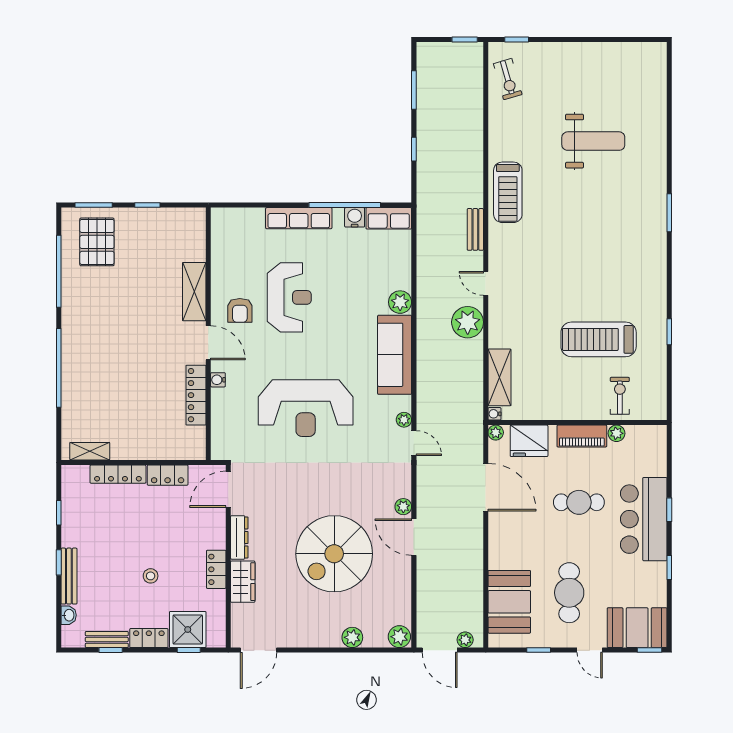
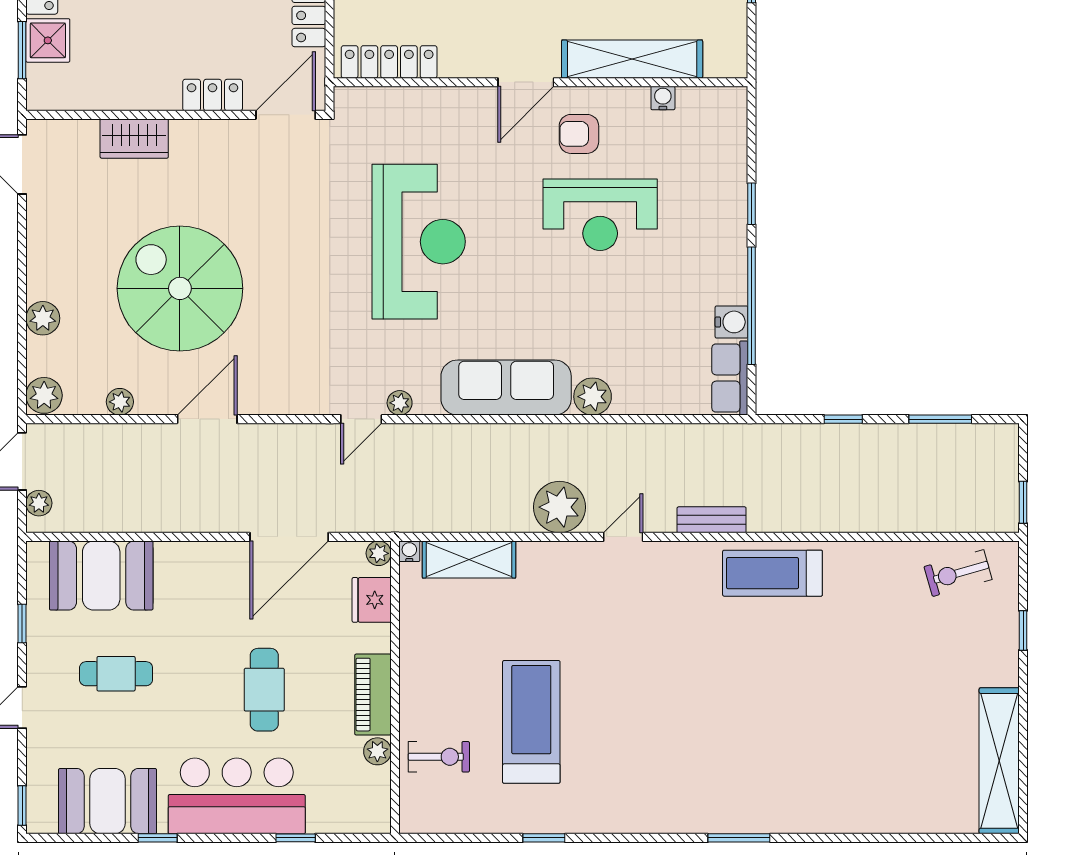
window: (517, 39) -> (1023, 630), moved
shelving: (622, 54) -> (999, 761), added
weight bench: (593, 141) -> (856, 713), removed
window: (283, 205) -> (752, 204), added
row of seats: (299, 218) -> (730, 230), removed
shelving: (194, 292) -> (632, 59), width x1.47
water cooler: (218, 380) -> (663, 98), moved
locker: (196, 395) -> (389, 62), moved
reception desk: (306, 408) -> (419, 242), turned 180
fridge: (529, 441) -> (372, 600), width x0.73, depth x0.75
door: (228, 489) -> (286, 115), hinge flipped
plant: (403, 507) -> (120, 402), moved
window: (669, 510) -> (296, 838), moved
dresser: (239, 537) -> (207, 133), removed
locker: (216, 569) -> (213, 95), moved
cafe table: (569, 593) -> (116, 674), width x0.73, depth x0.74
booth: (637, 628) -> (108, 801), moved, turned 90
shower: (188, 629) -> (48, 40), width x0.73, depth x0.73
window: (189, 650) -> (22, 50), width x1.50

